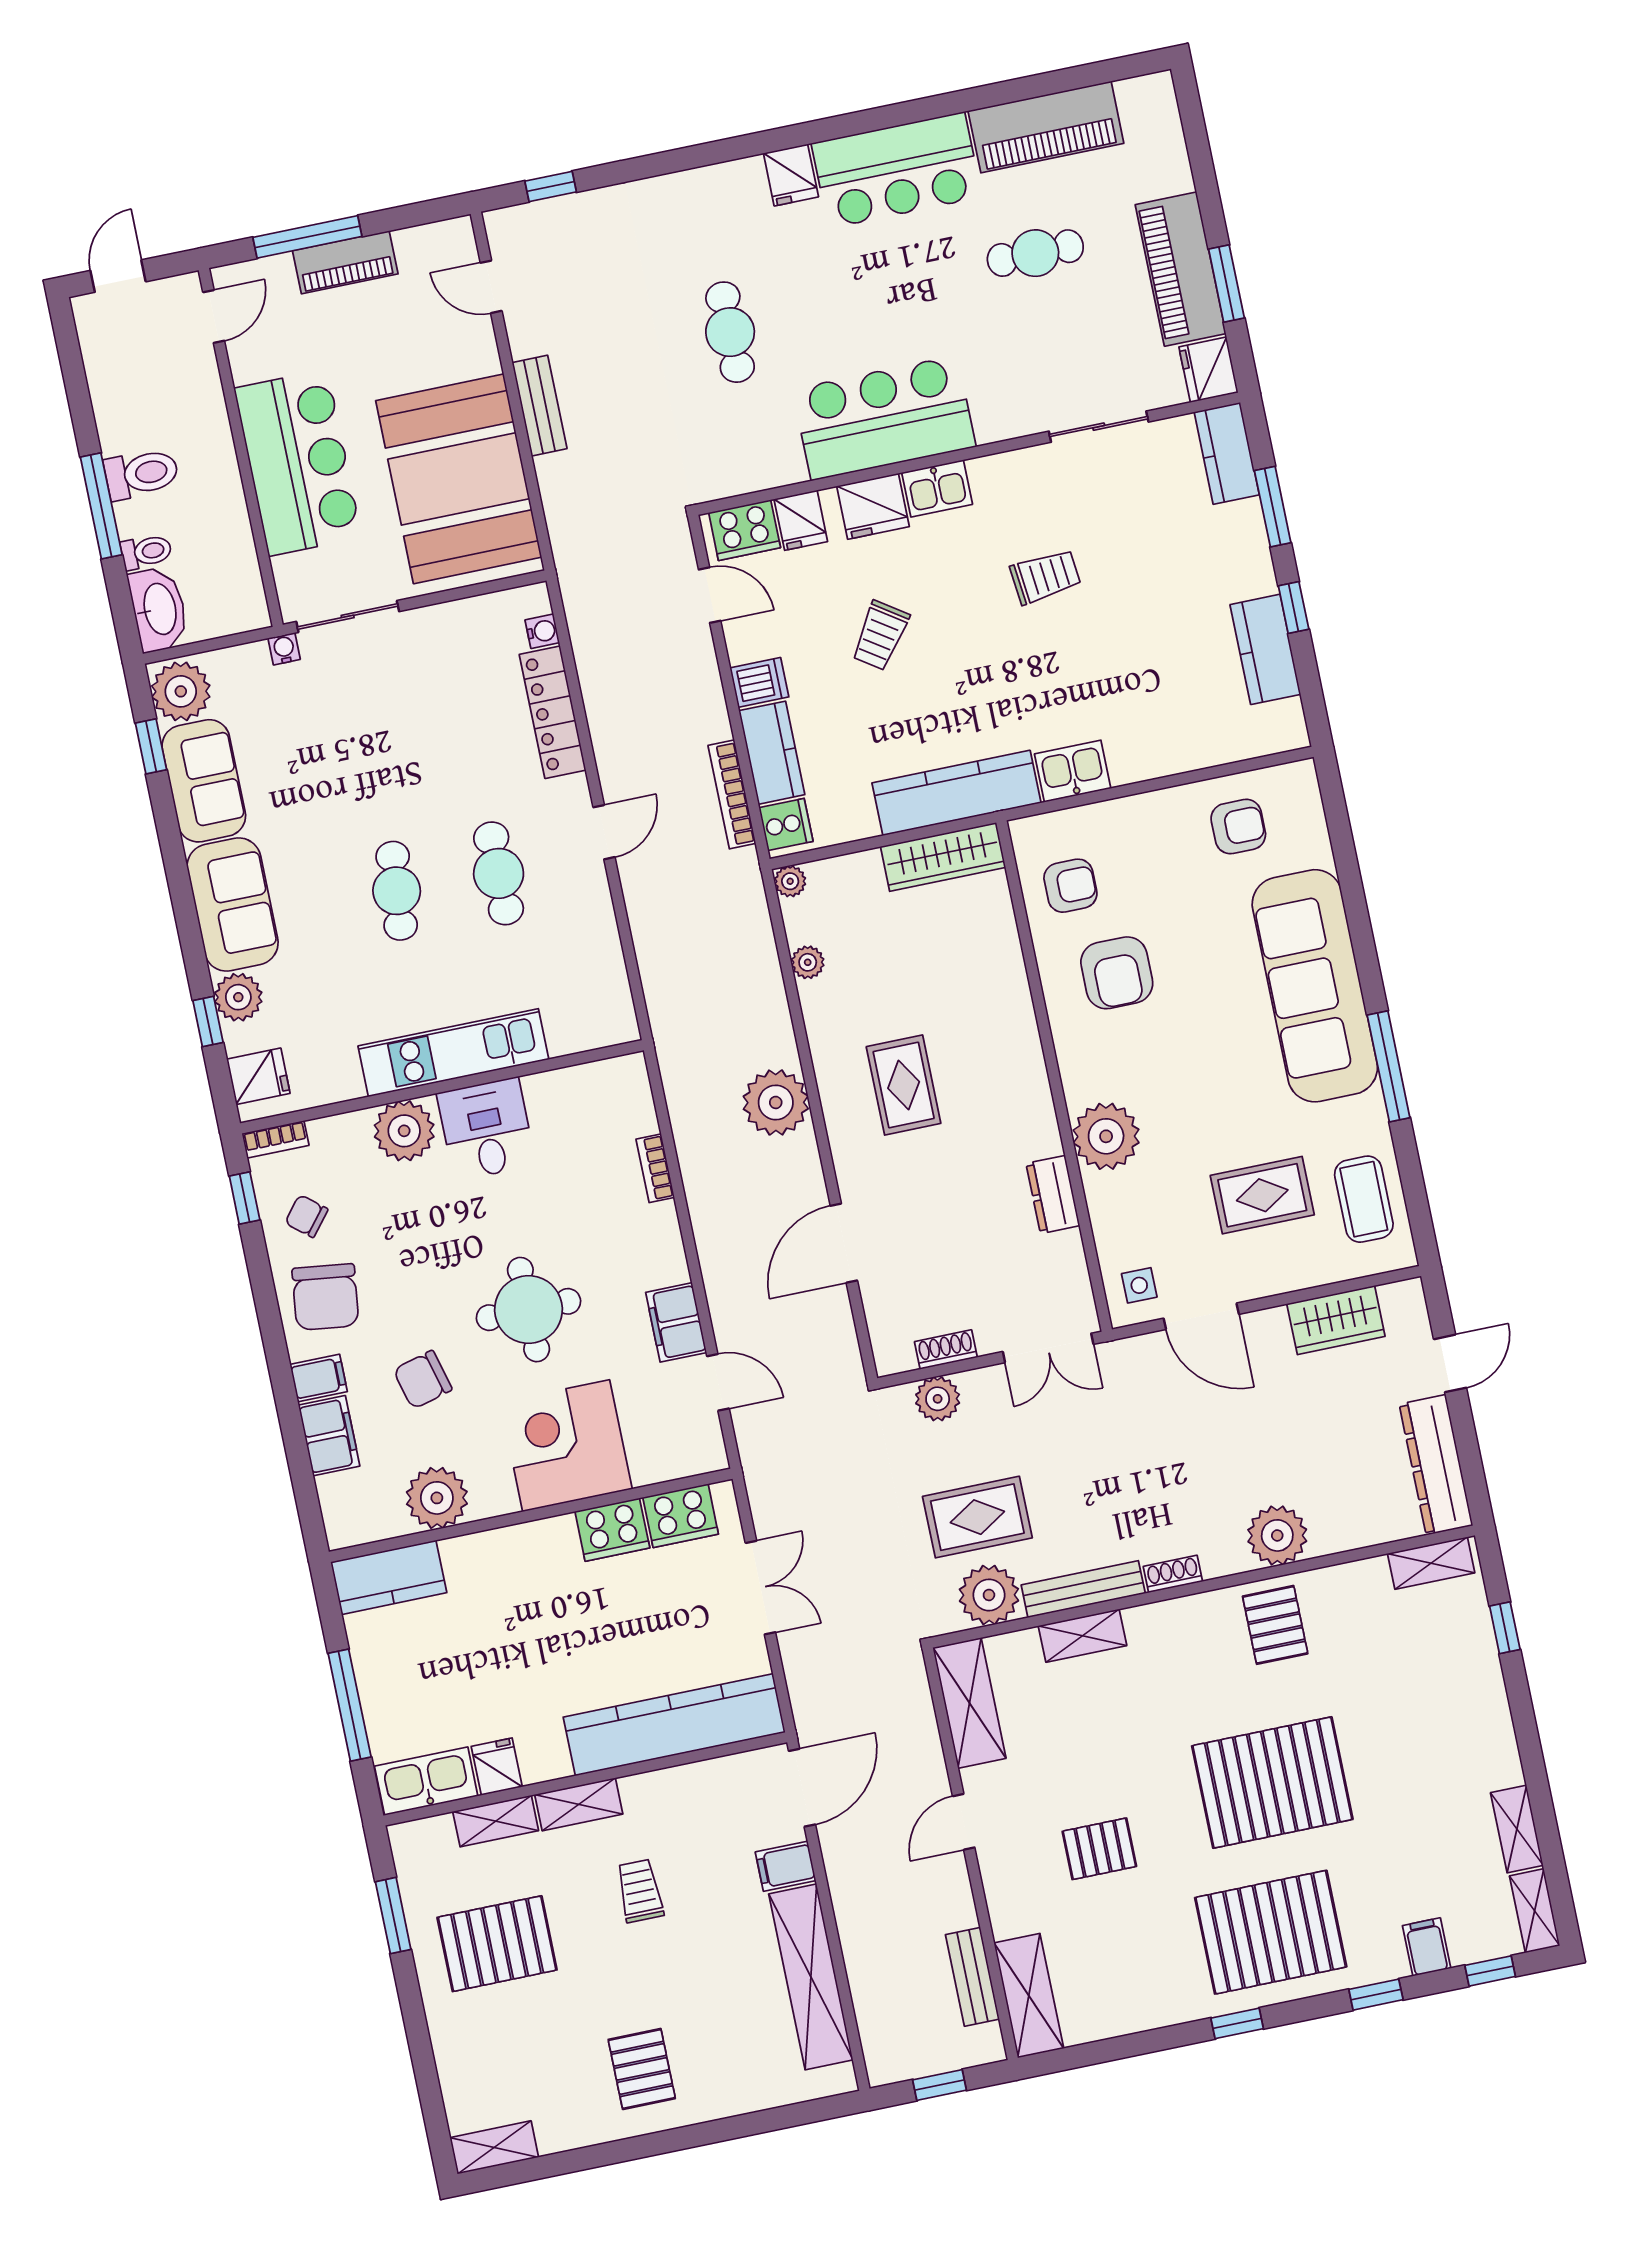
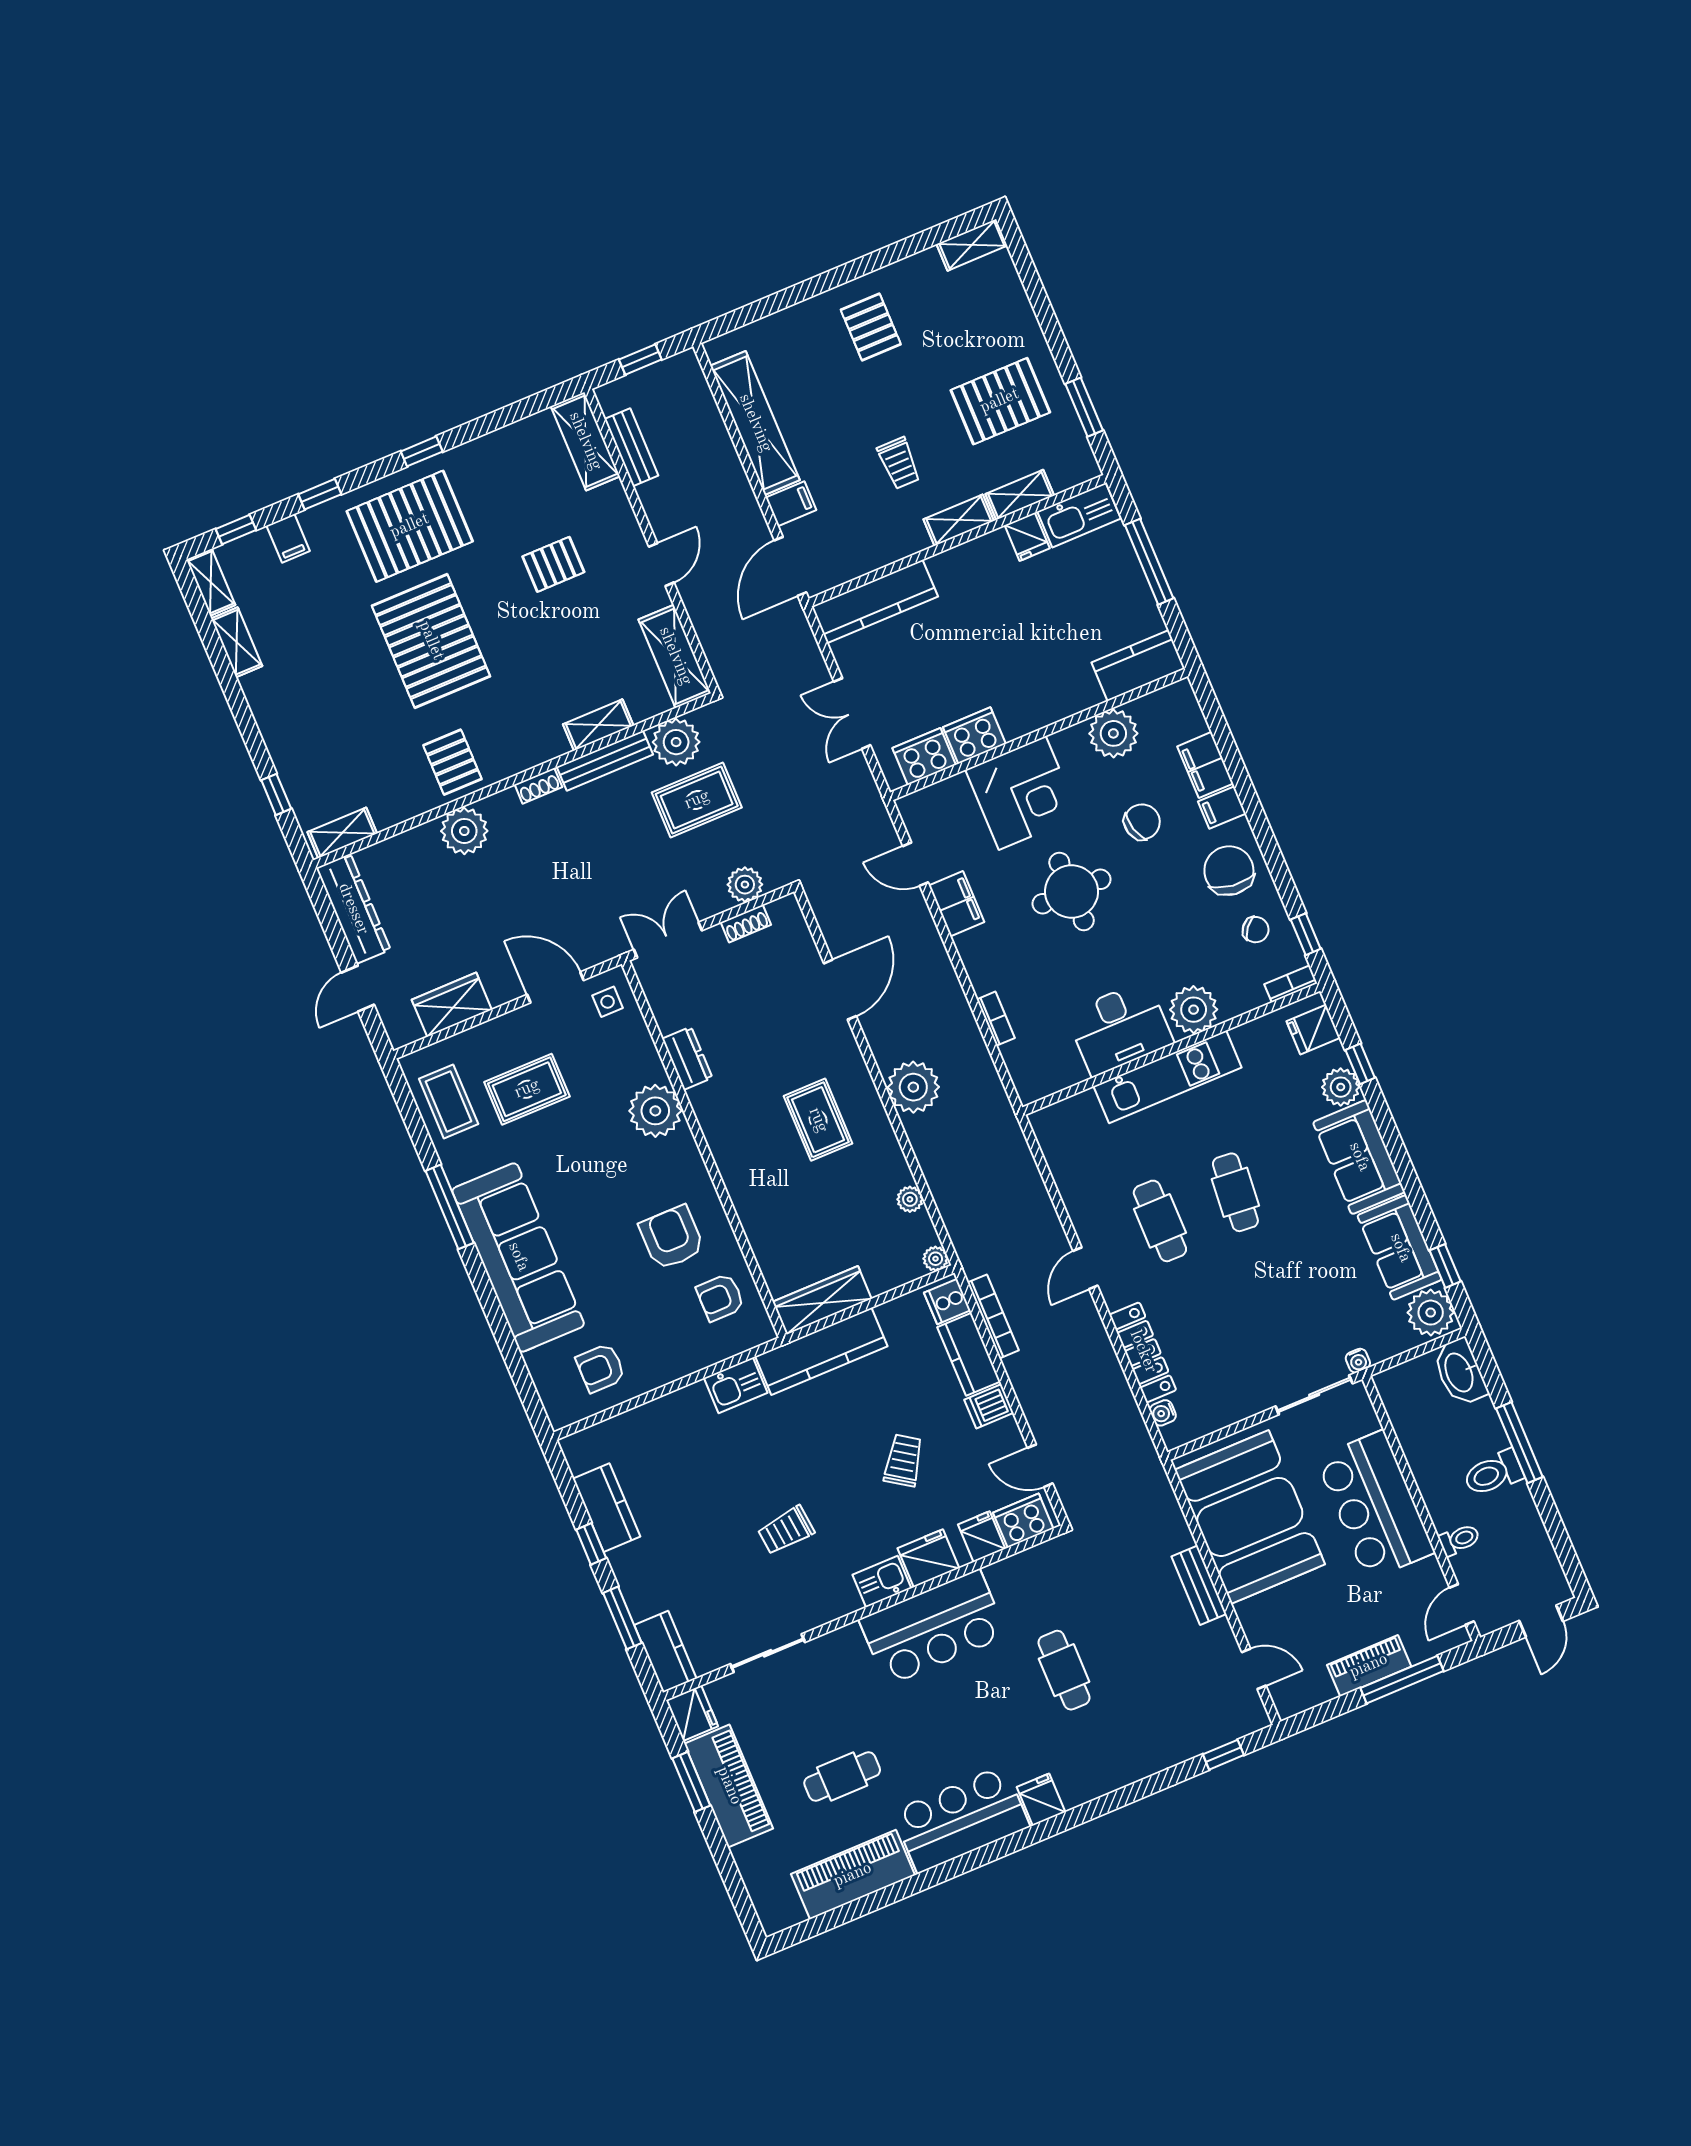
toilet: (146, 552) -> (1459, 1540), moved, turned 180
desk: (486, 1129) -> (1120, 1028), width x1.37
kitchen counter: (674, 1725) -> (875, 601), width x0.72, depth x0.86
pallet: (1272, 1783) -> (431, 641), turned 90

